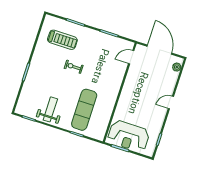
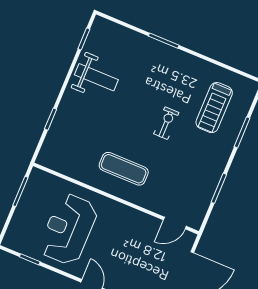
door: (131, 57) -> (175, 223), swing flipped
exercise mat: (84, 110) -> (124, 169), moved, width x0.73, depth x0.69
reception desk: (129, 136) -> (68, 229), moved

